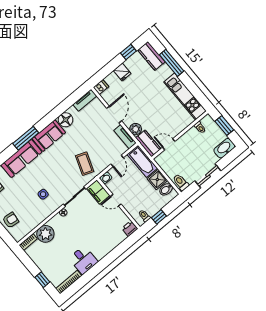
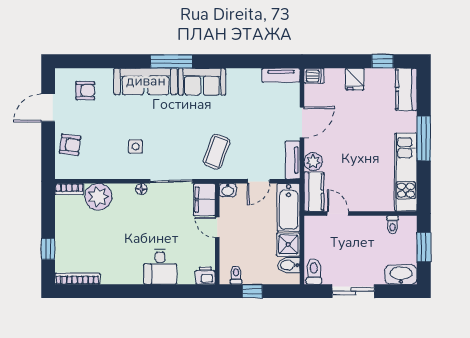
window: (172, 63) -> (424, 138), moved
floor lamp: (66, 120) -> (238, 79), removed
desk: (83, 260) -> (160, 267), moved

